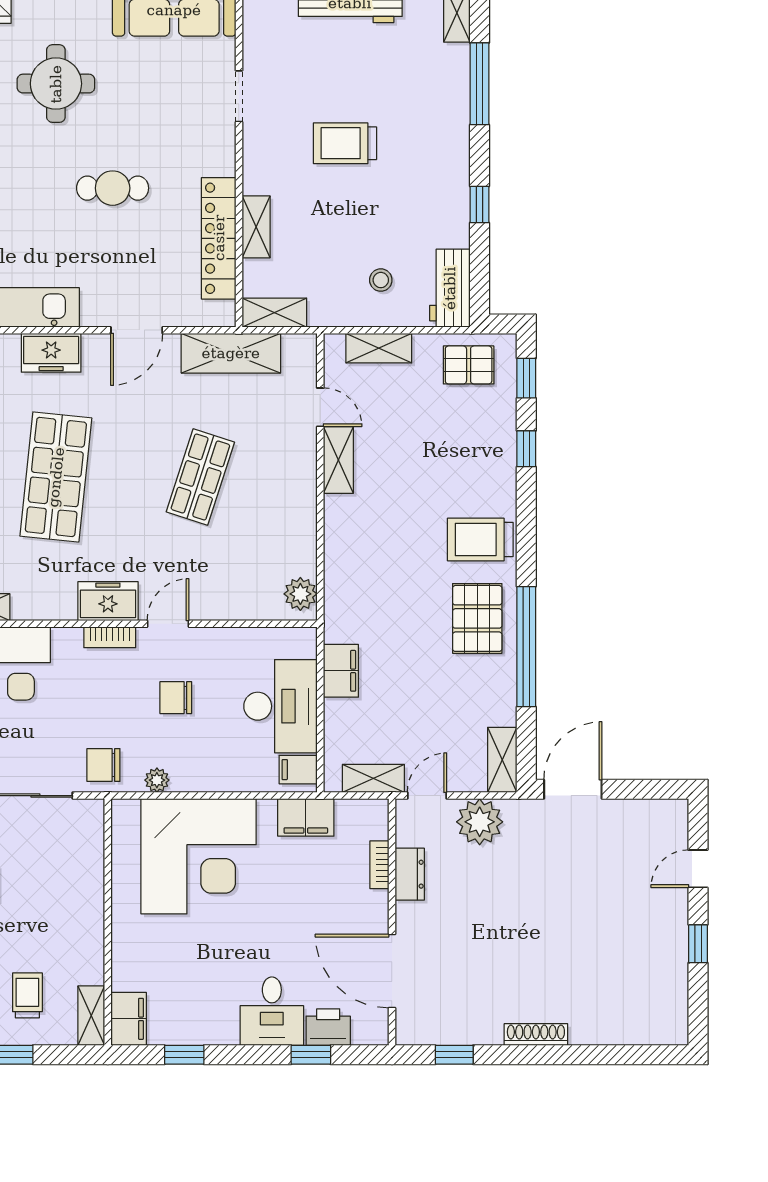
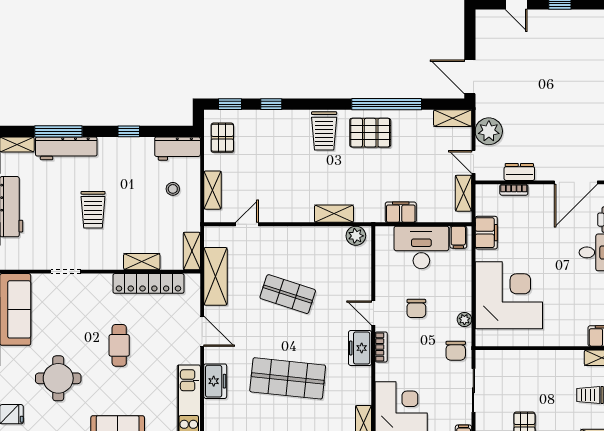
workbench: (450, 97) -> (66, 148), added
shelving: (338, 460) -> (334, 214), moved

